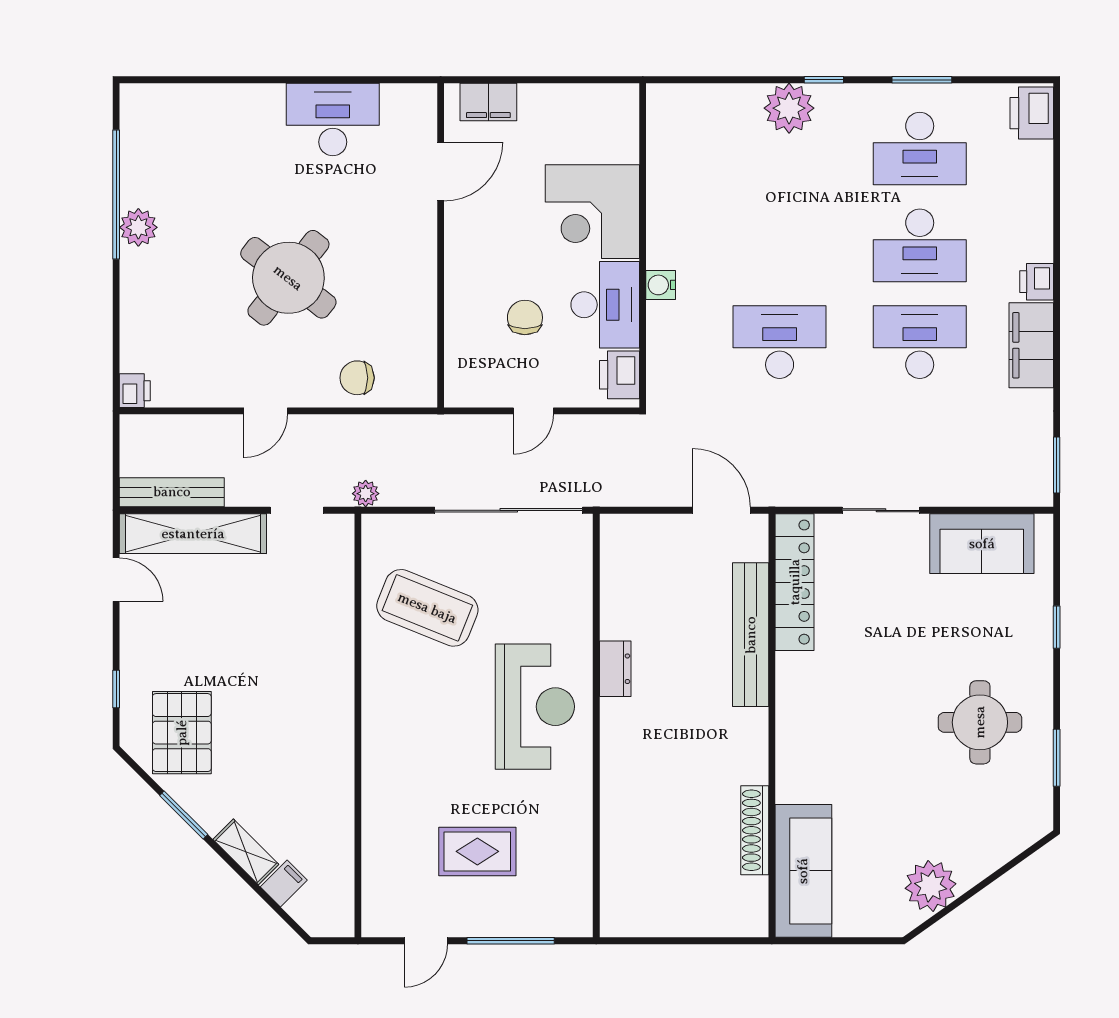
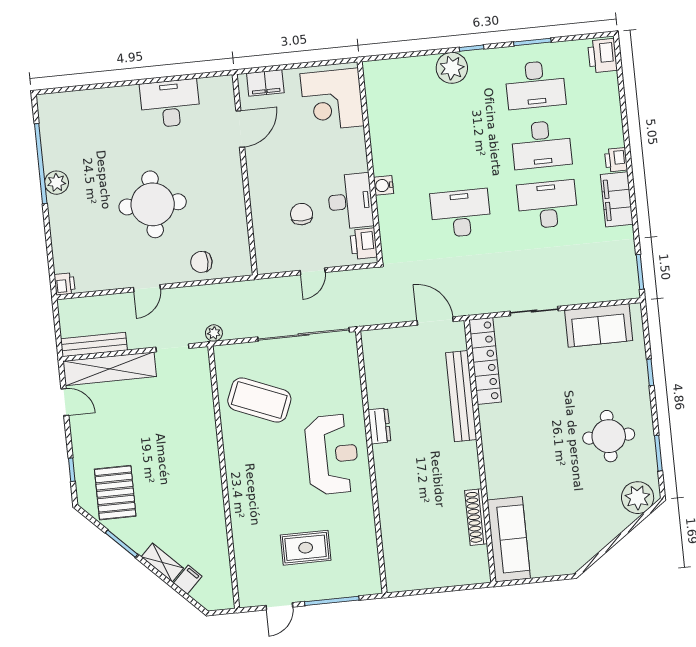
corner desk: (592, 212) -> (332, 100), moved
round table: (288, 278) -> (153, 204), turned -38
plant: (931, 886) -> (638, 498), moved

